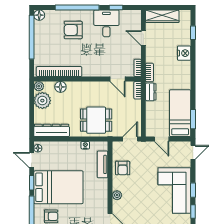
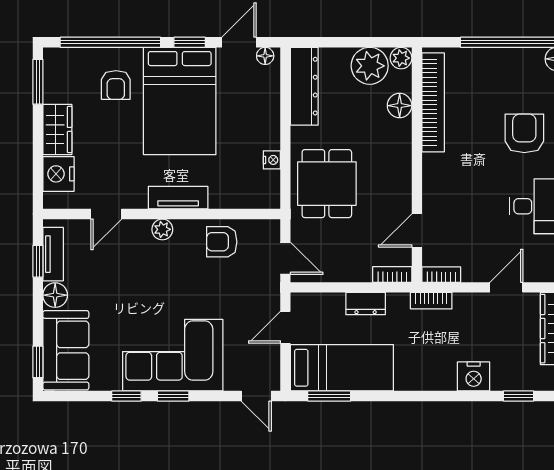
dresser: (151, 92) -> (366, 303), moved
tv unit: (103, 164) -> (178, 198), moved

